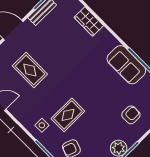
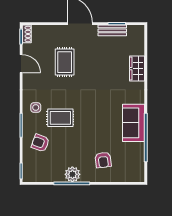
armchair: (131, 115) -> (103, 160), turned 83

